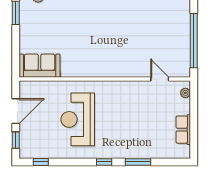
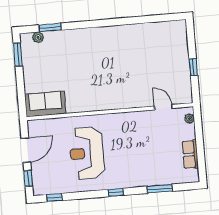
window: (194, 41) -> (193, 67), width x0.32
window: (138, 162) -> (160, 189), moved

